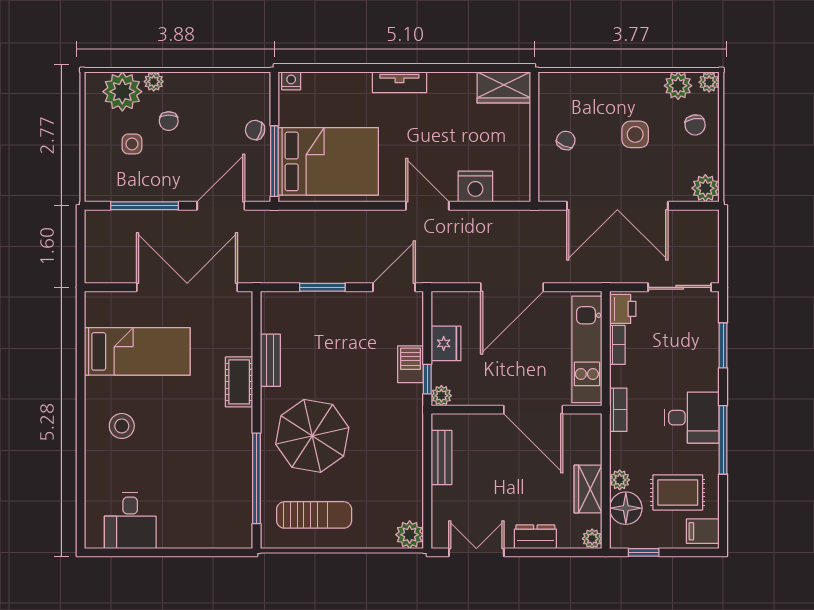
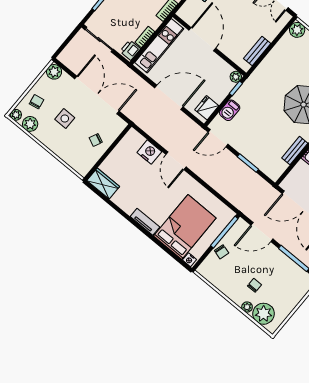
side table: (132, 144) -> (278, 289), removed
bed: (328, 161) -> (185, 227), moved, turned 90
fridge: (446, 343) -> (207, 108), moved
barbecue: (411, 364) -> (230, 110), moved

